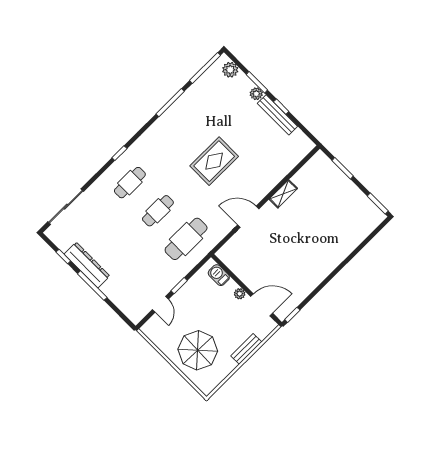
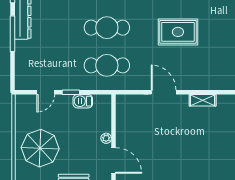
cafe table: (158, 211) -> (107, 28), width x1.37, depth x1.35
barbecue: (219, 275) -> (83, 101), moved, turned -90

